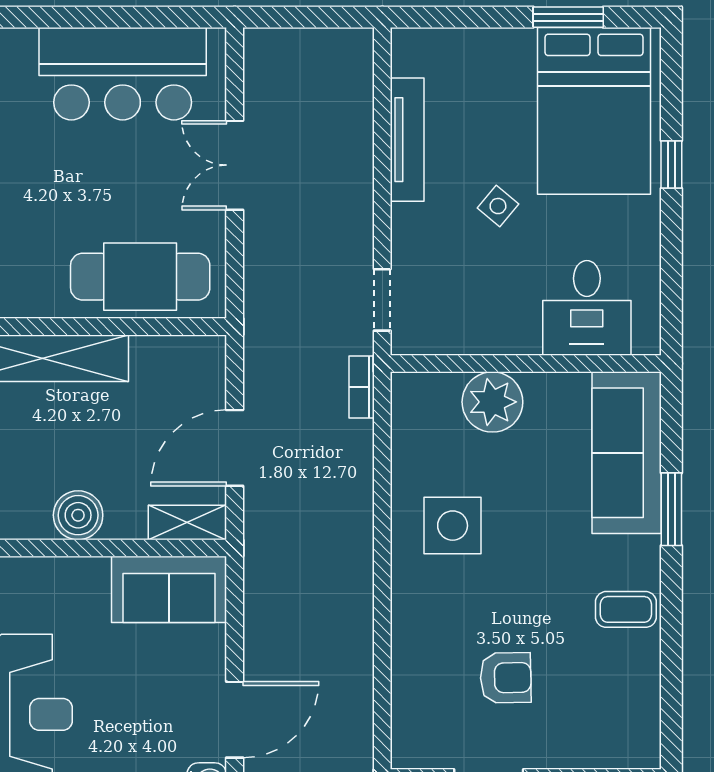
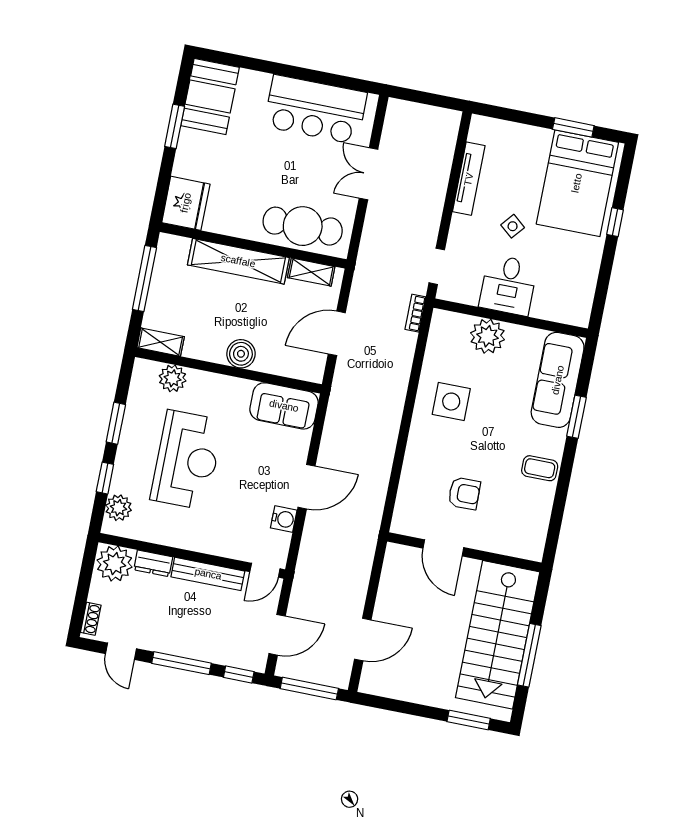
desk: (587, 308) -> (508, 285), moved
shelving: (187, 522) -> (311, 272), moved

